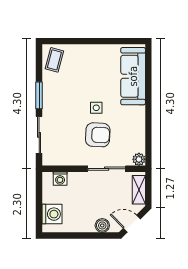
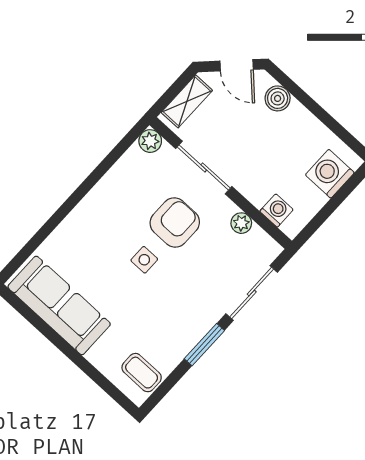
coffee table: (54, 60) -> (142, 373), turned 75
sofa: (133, 76) -> (59, 305), moved, turned -90
armchair: (98, 135) -> (175, 223), turned 87
plant: (70, 160) -> (241, 223), added

